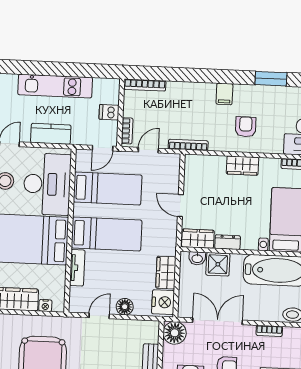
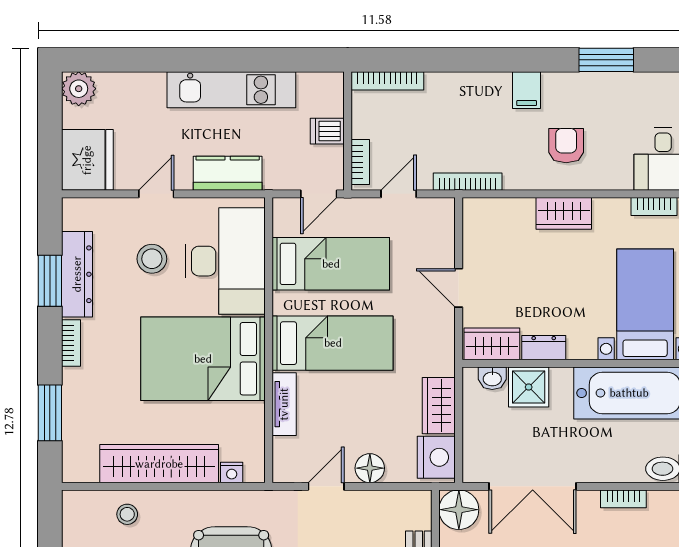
double door: (218, 321) -> (533, 486), swing flipped

